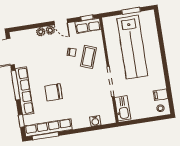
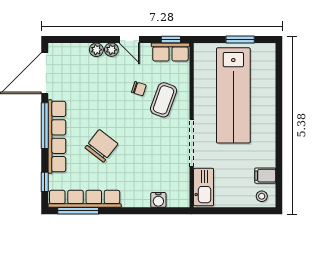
chair: (54, 92) -> (101, 146), turned 128

